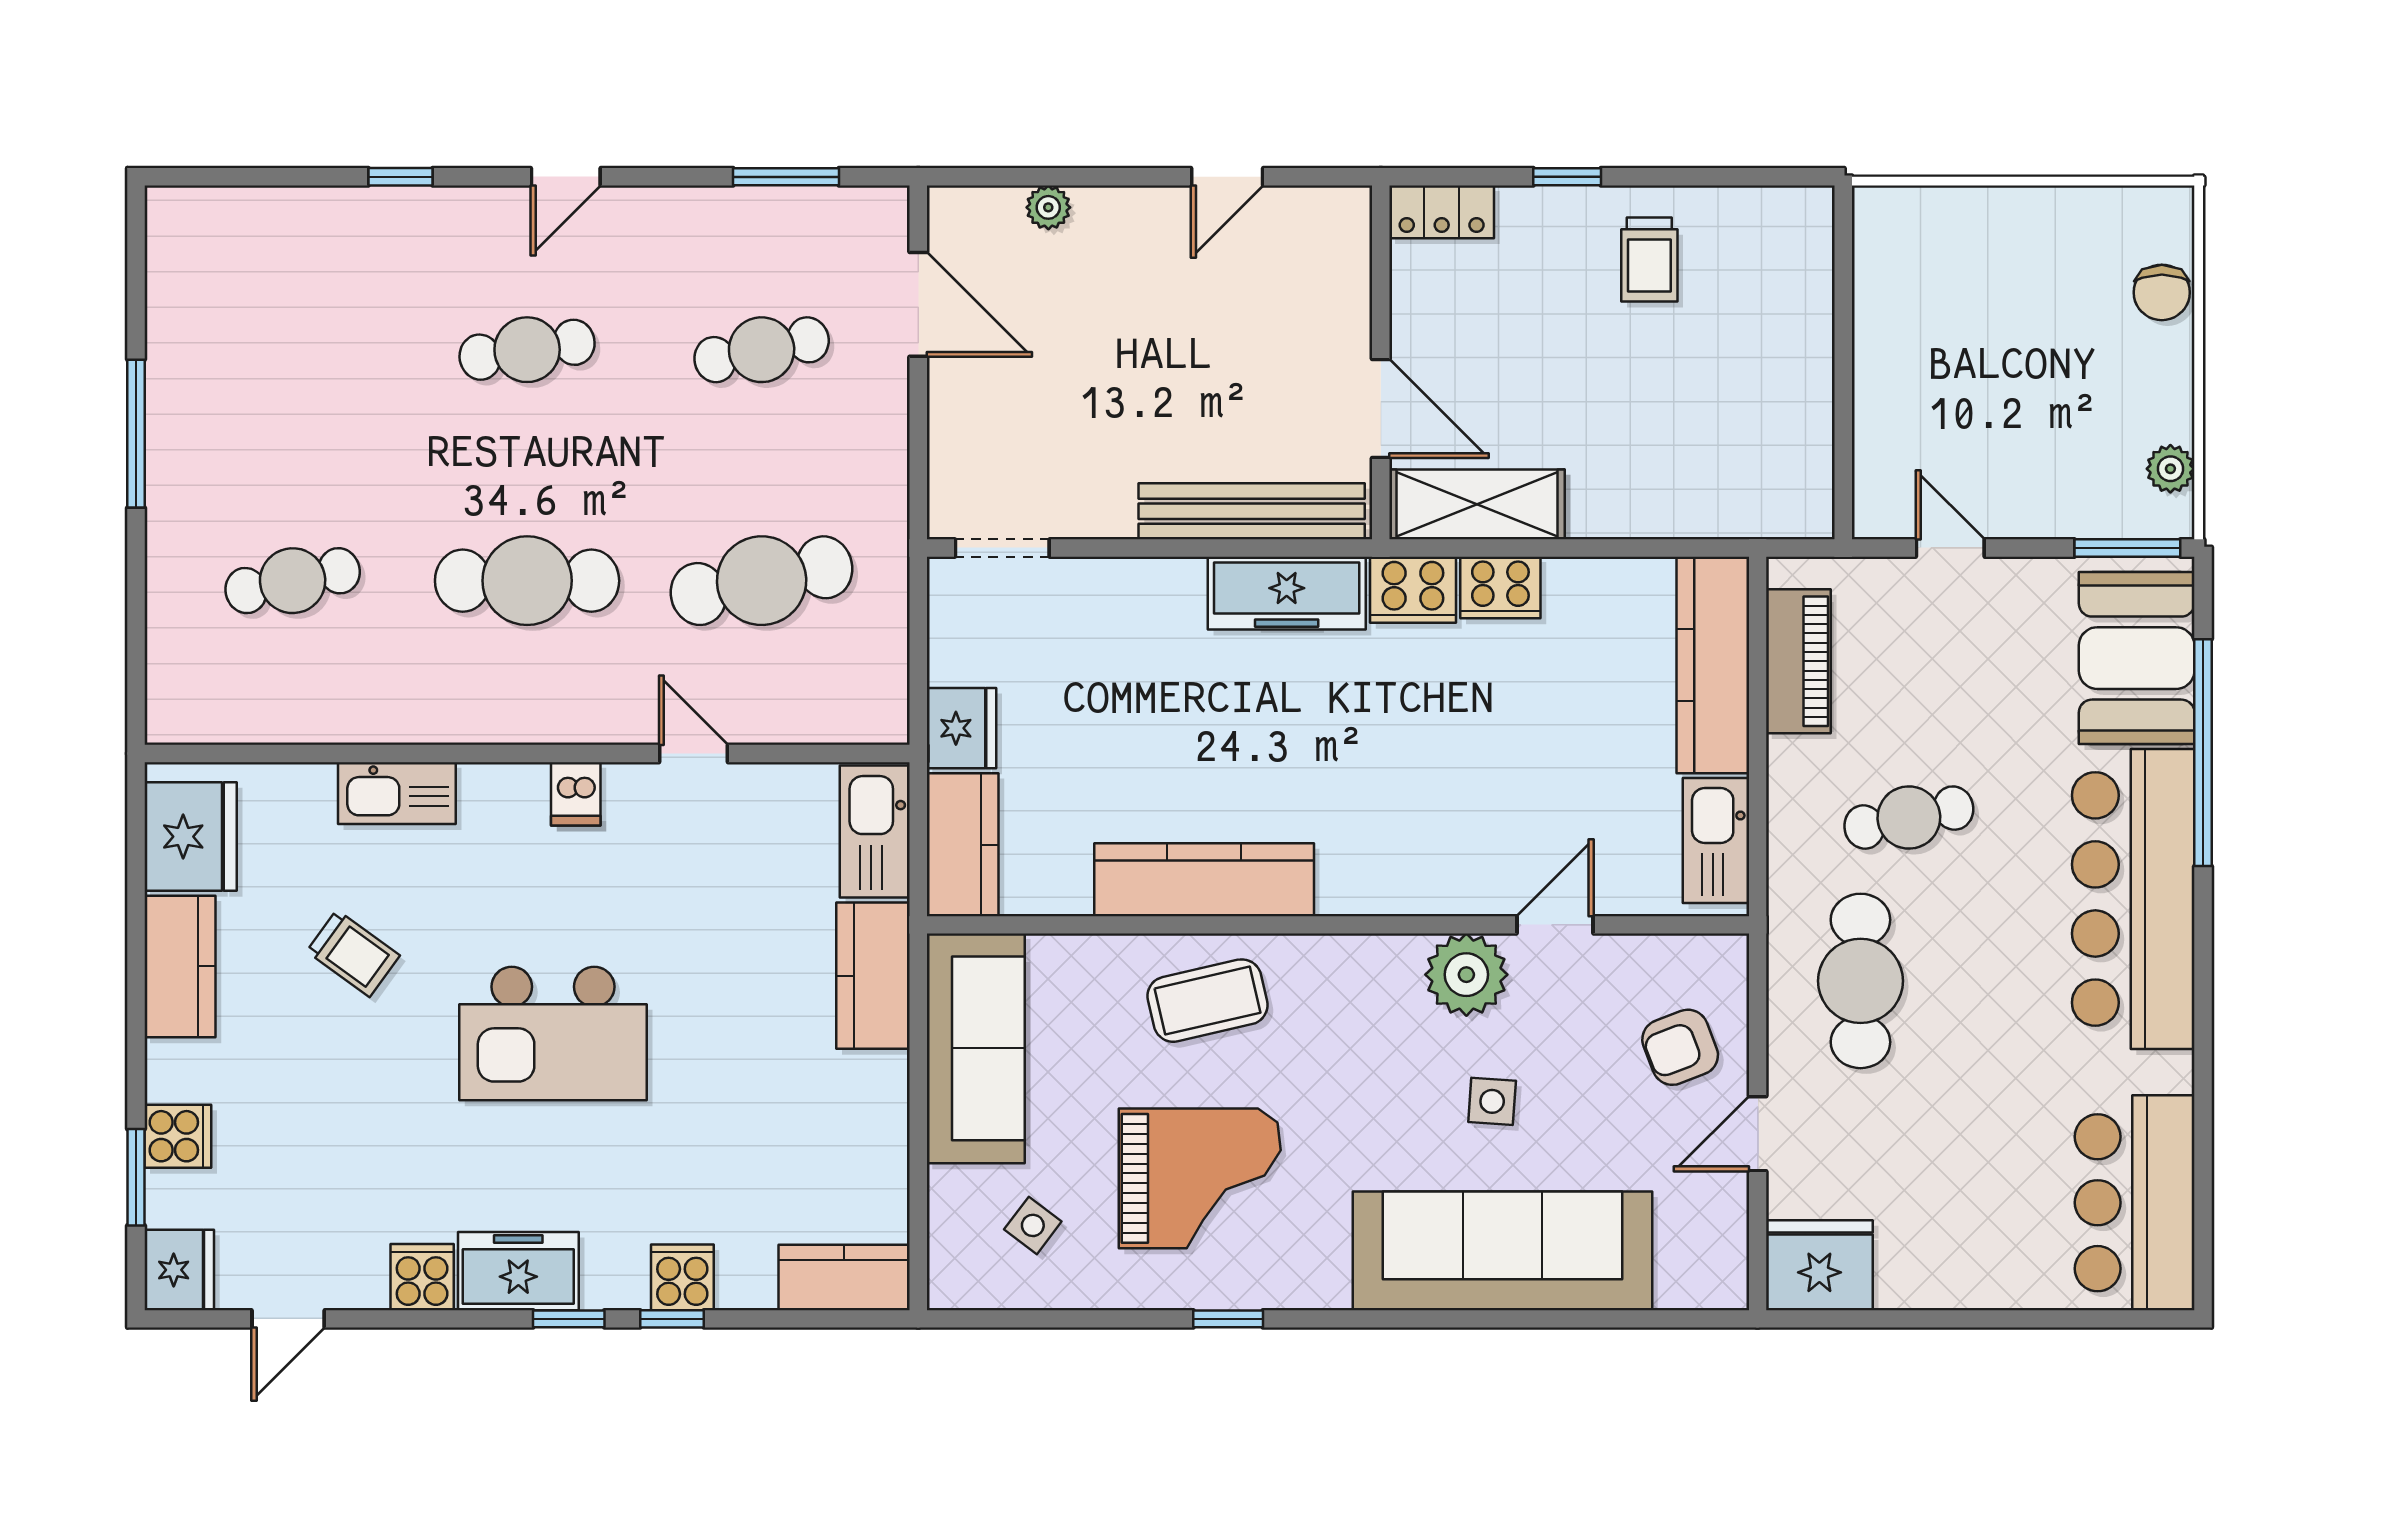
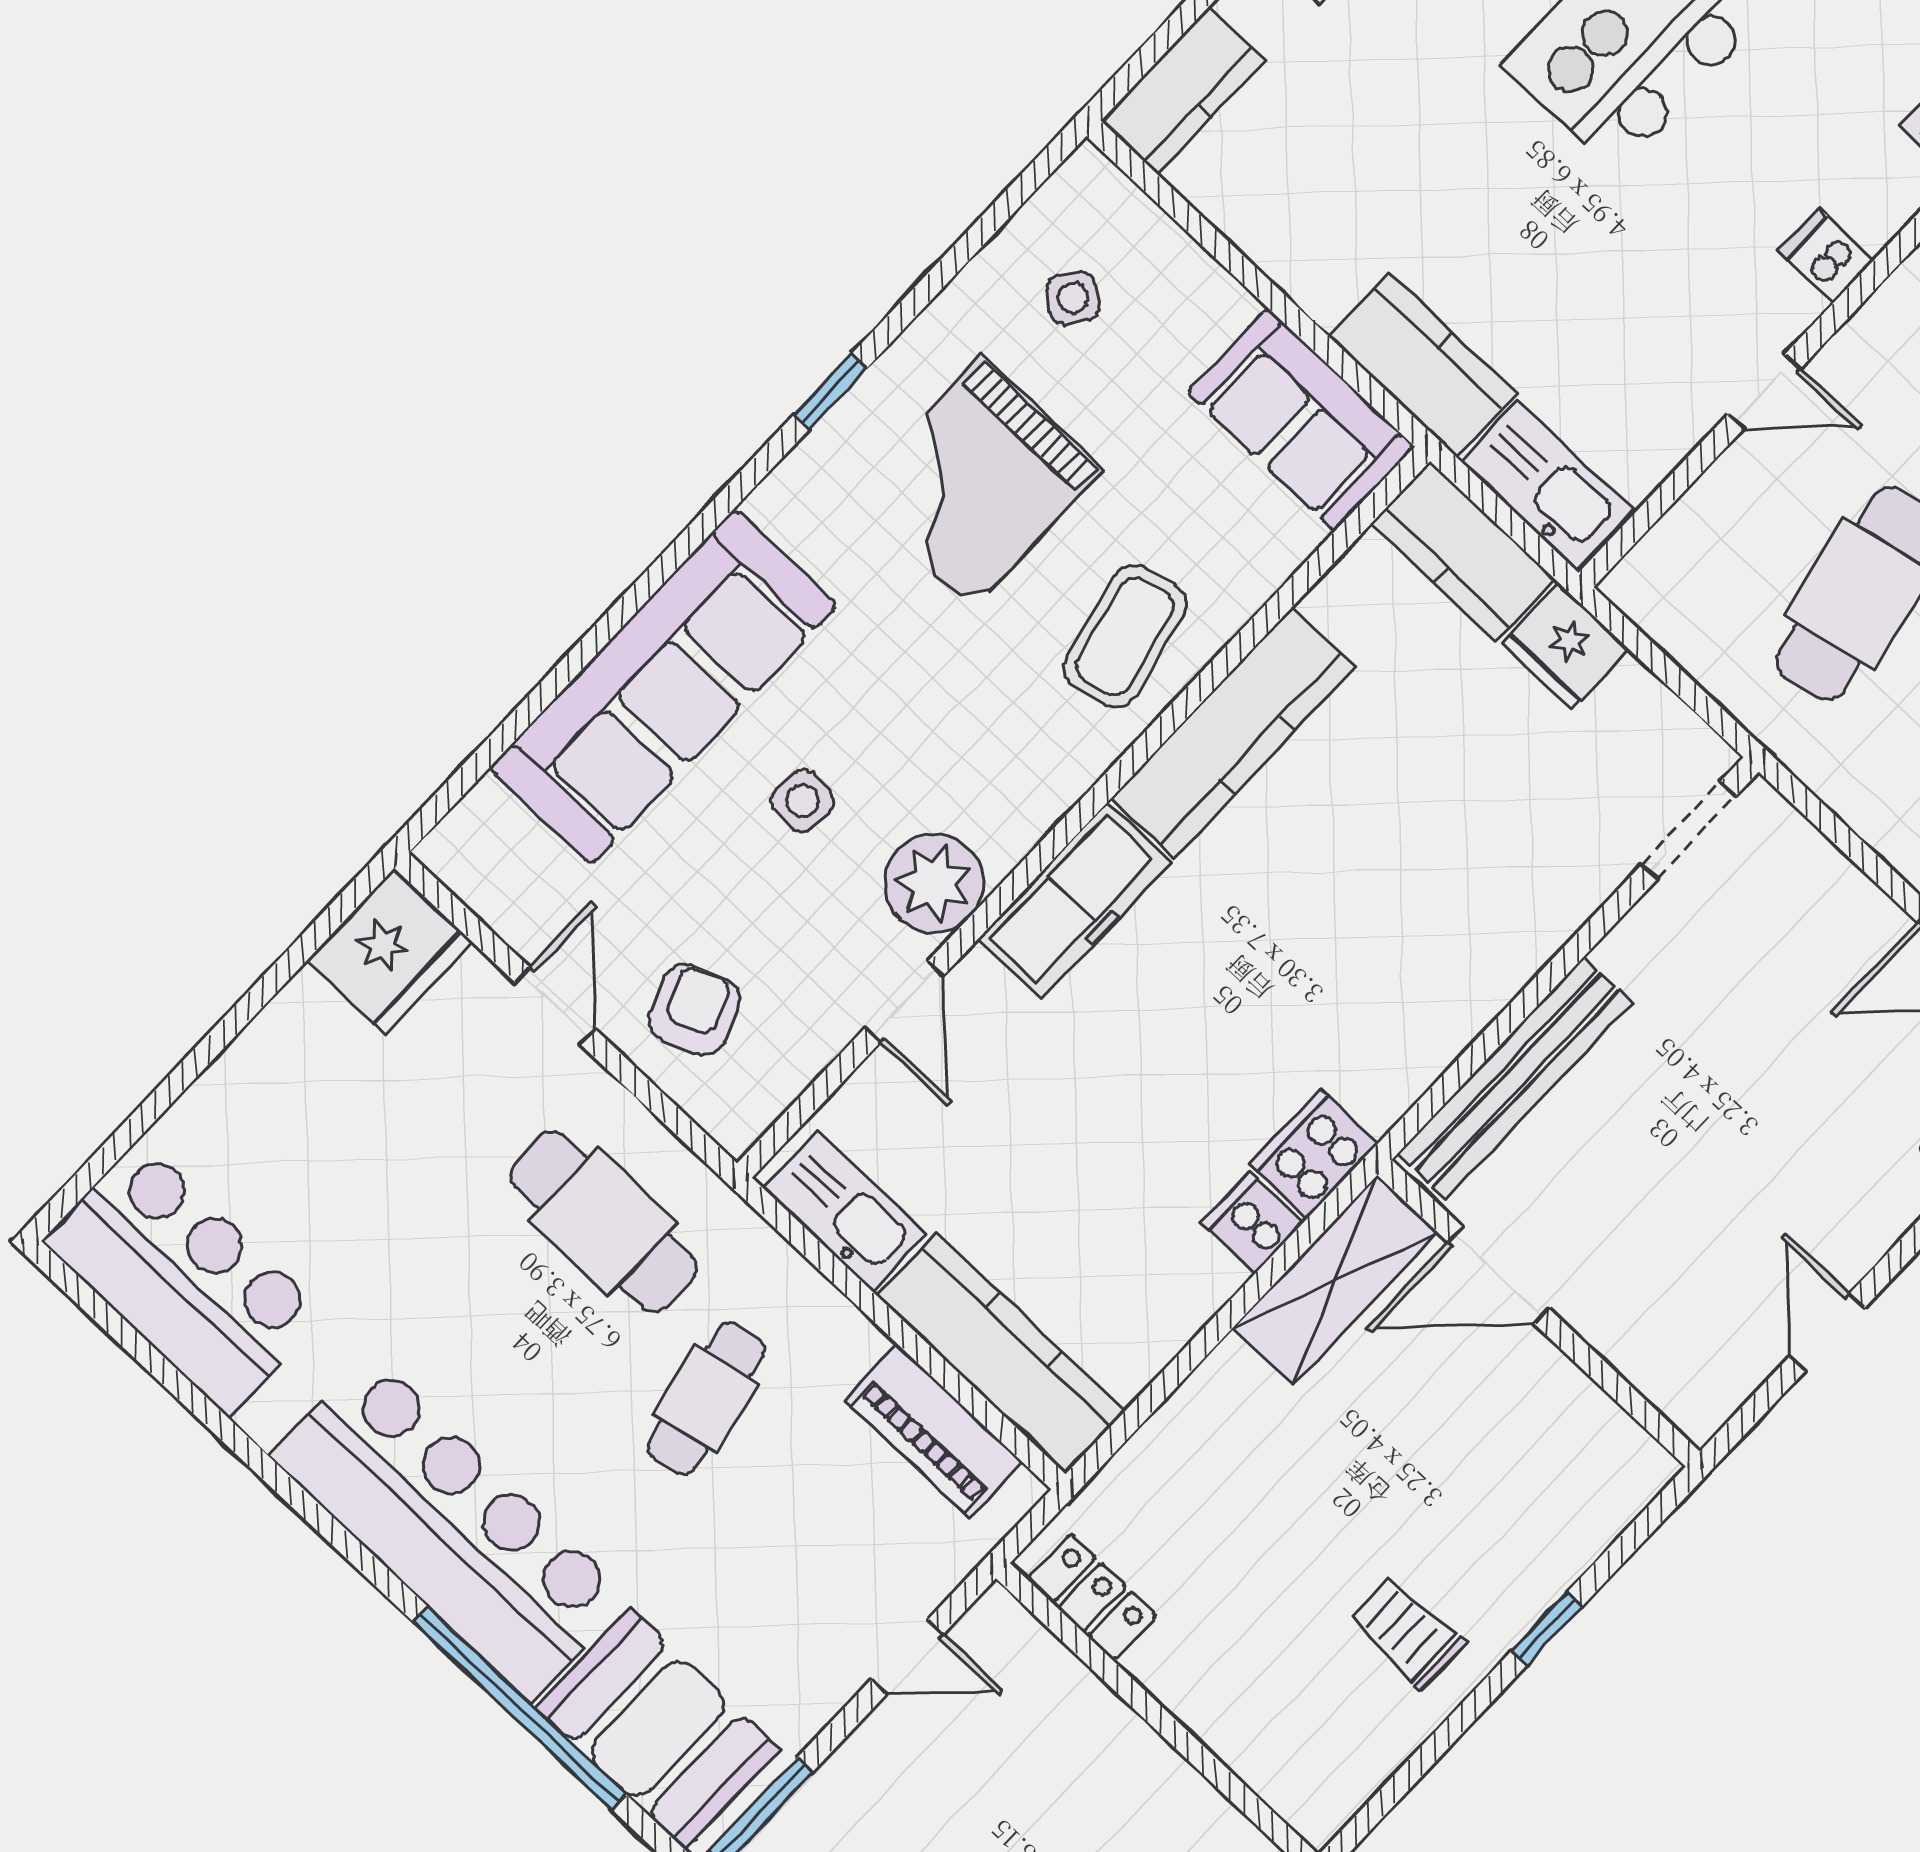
locker: (1442, 212) -> (1092, 1597), moved, turned 90
cooker: (1500, 587) -> (1252, 1223), width x0.73
freezer: (1287, 593) -> (1074, 901), moved, turned 180
sofa: (976, 1048) -> (1301, 419), width x0.73

